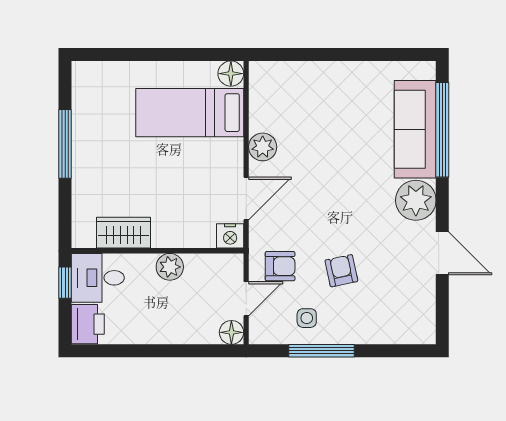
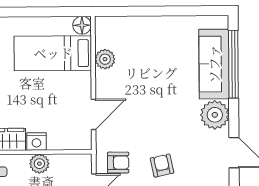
plant: (263, 147) -> (105, 59), moved
nightstand: (230, 236) -> (36, 141), moved

